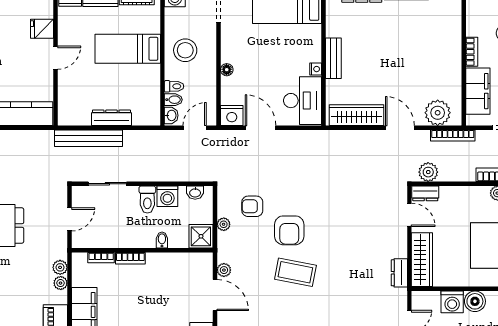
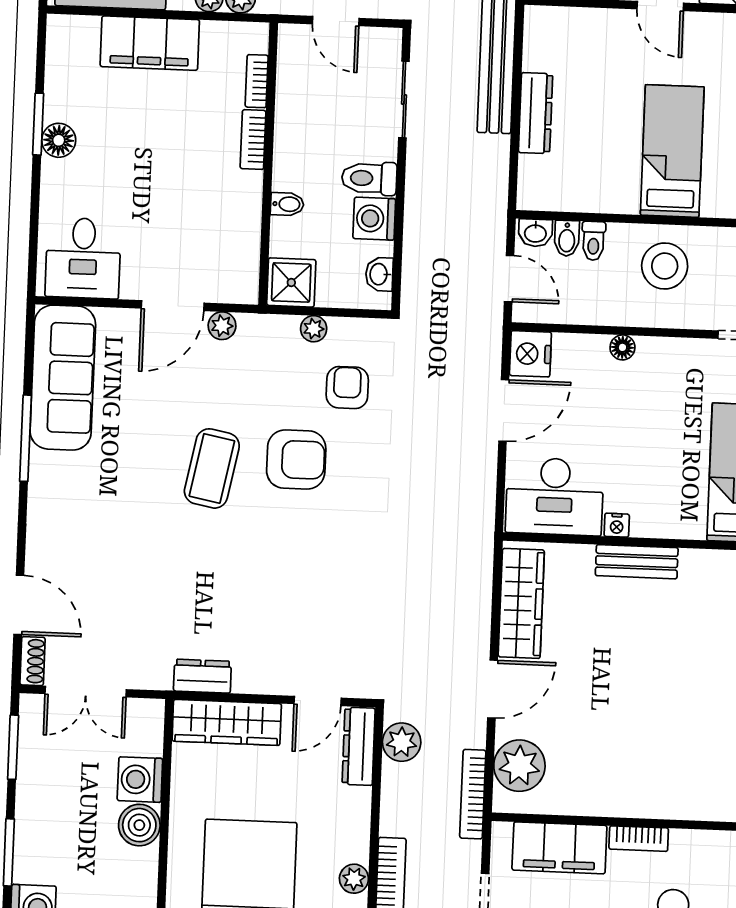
dresser: (425, 193) -> (359, 746), width x1.44
armchair: (289, 230) -> (296, 460), turned 180

